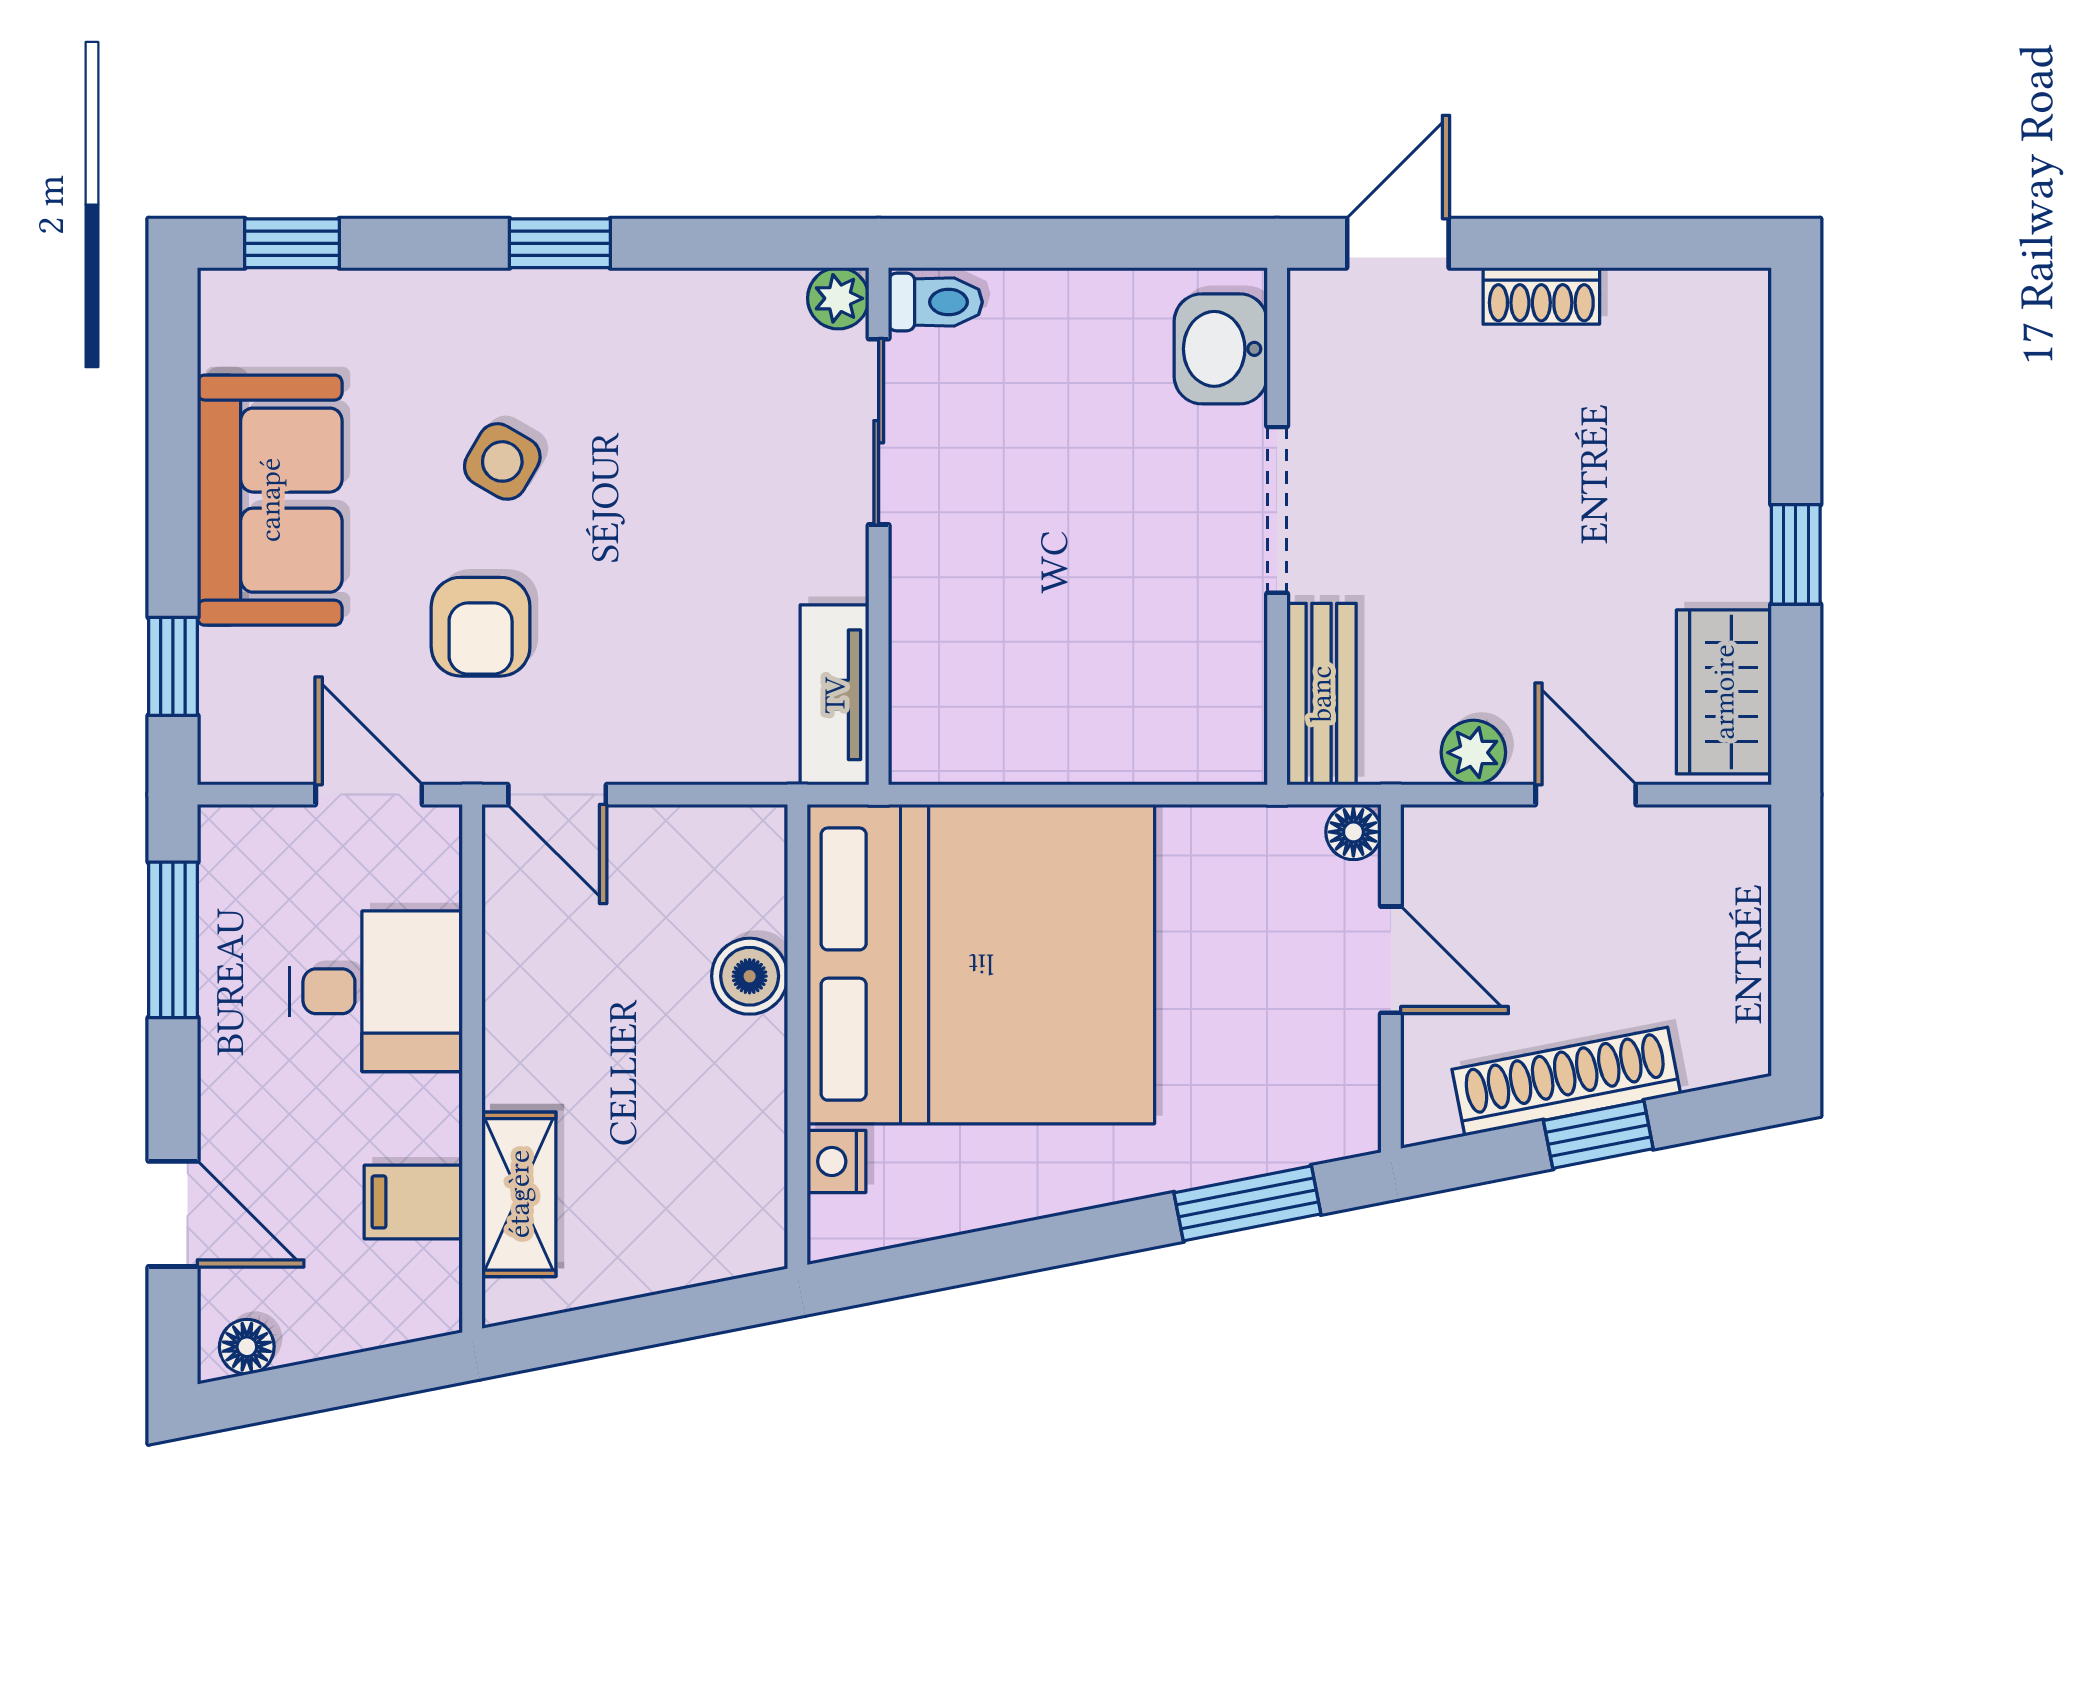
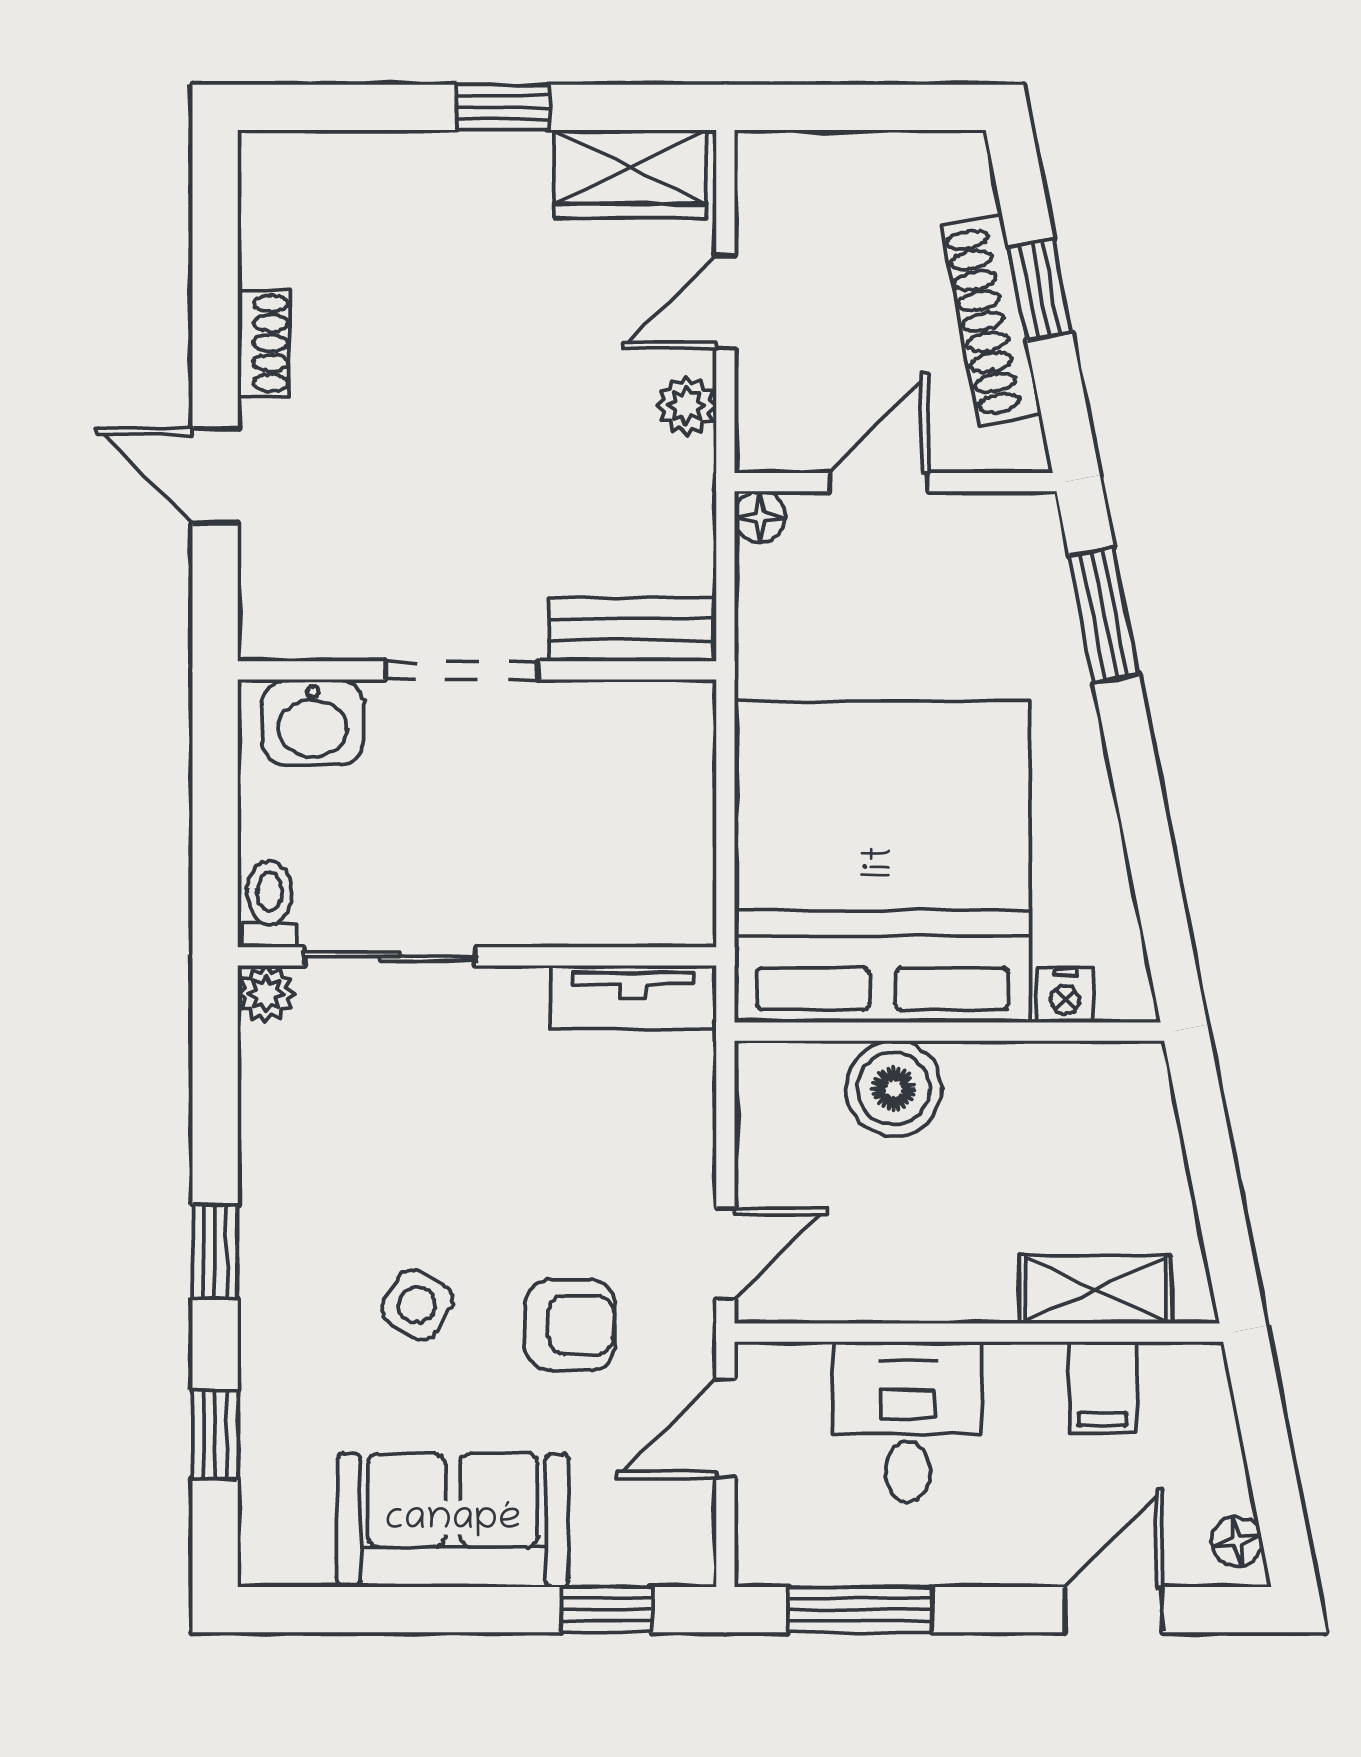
window: (292, 243) -> (215, 1435), moved
washbasin: (1221, 349) -> (313, 723), moved
doorway: (1277, 510) -> (462, 670), moved
wall: (1277, 526) -> (477, 670), moved
bench: (1321, 694) -> (632, 629), moved
boiler: (750, 976) -> (894, 1089), width x1.36, depth x1.36

